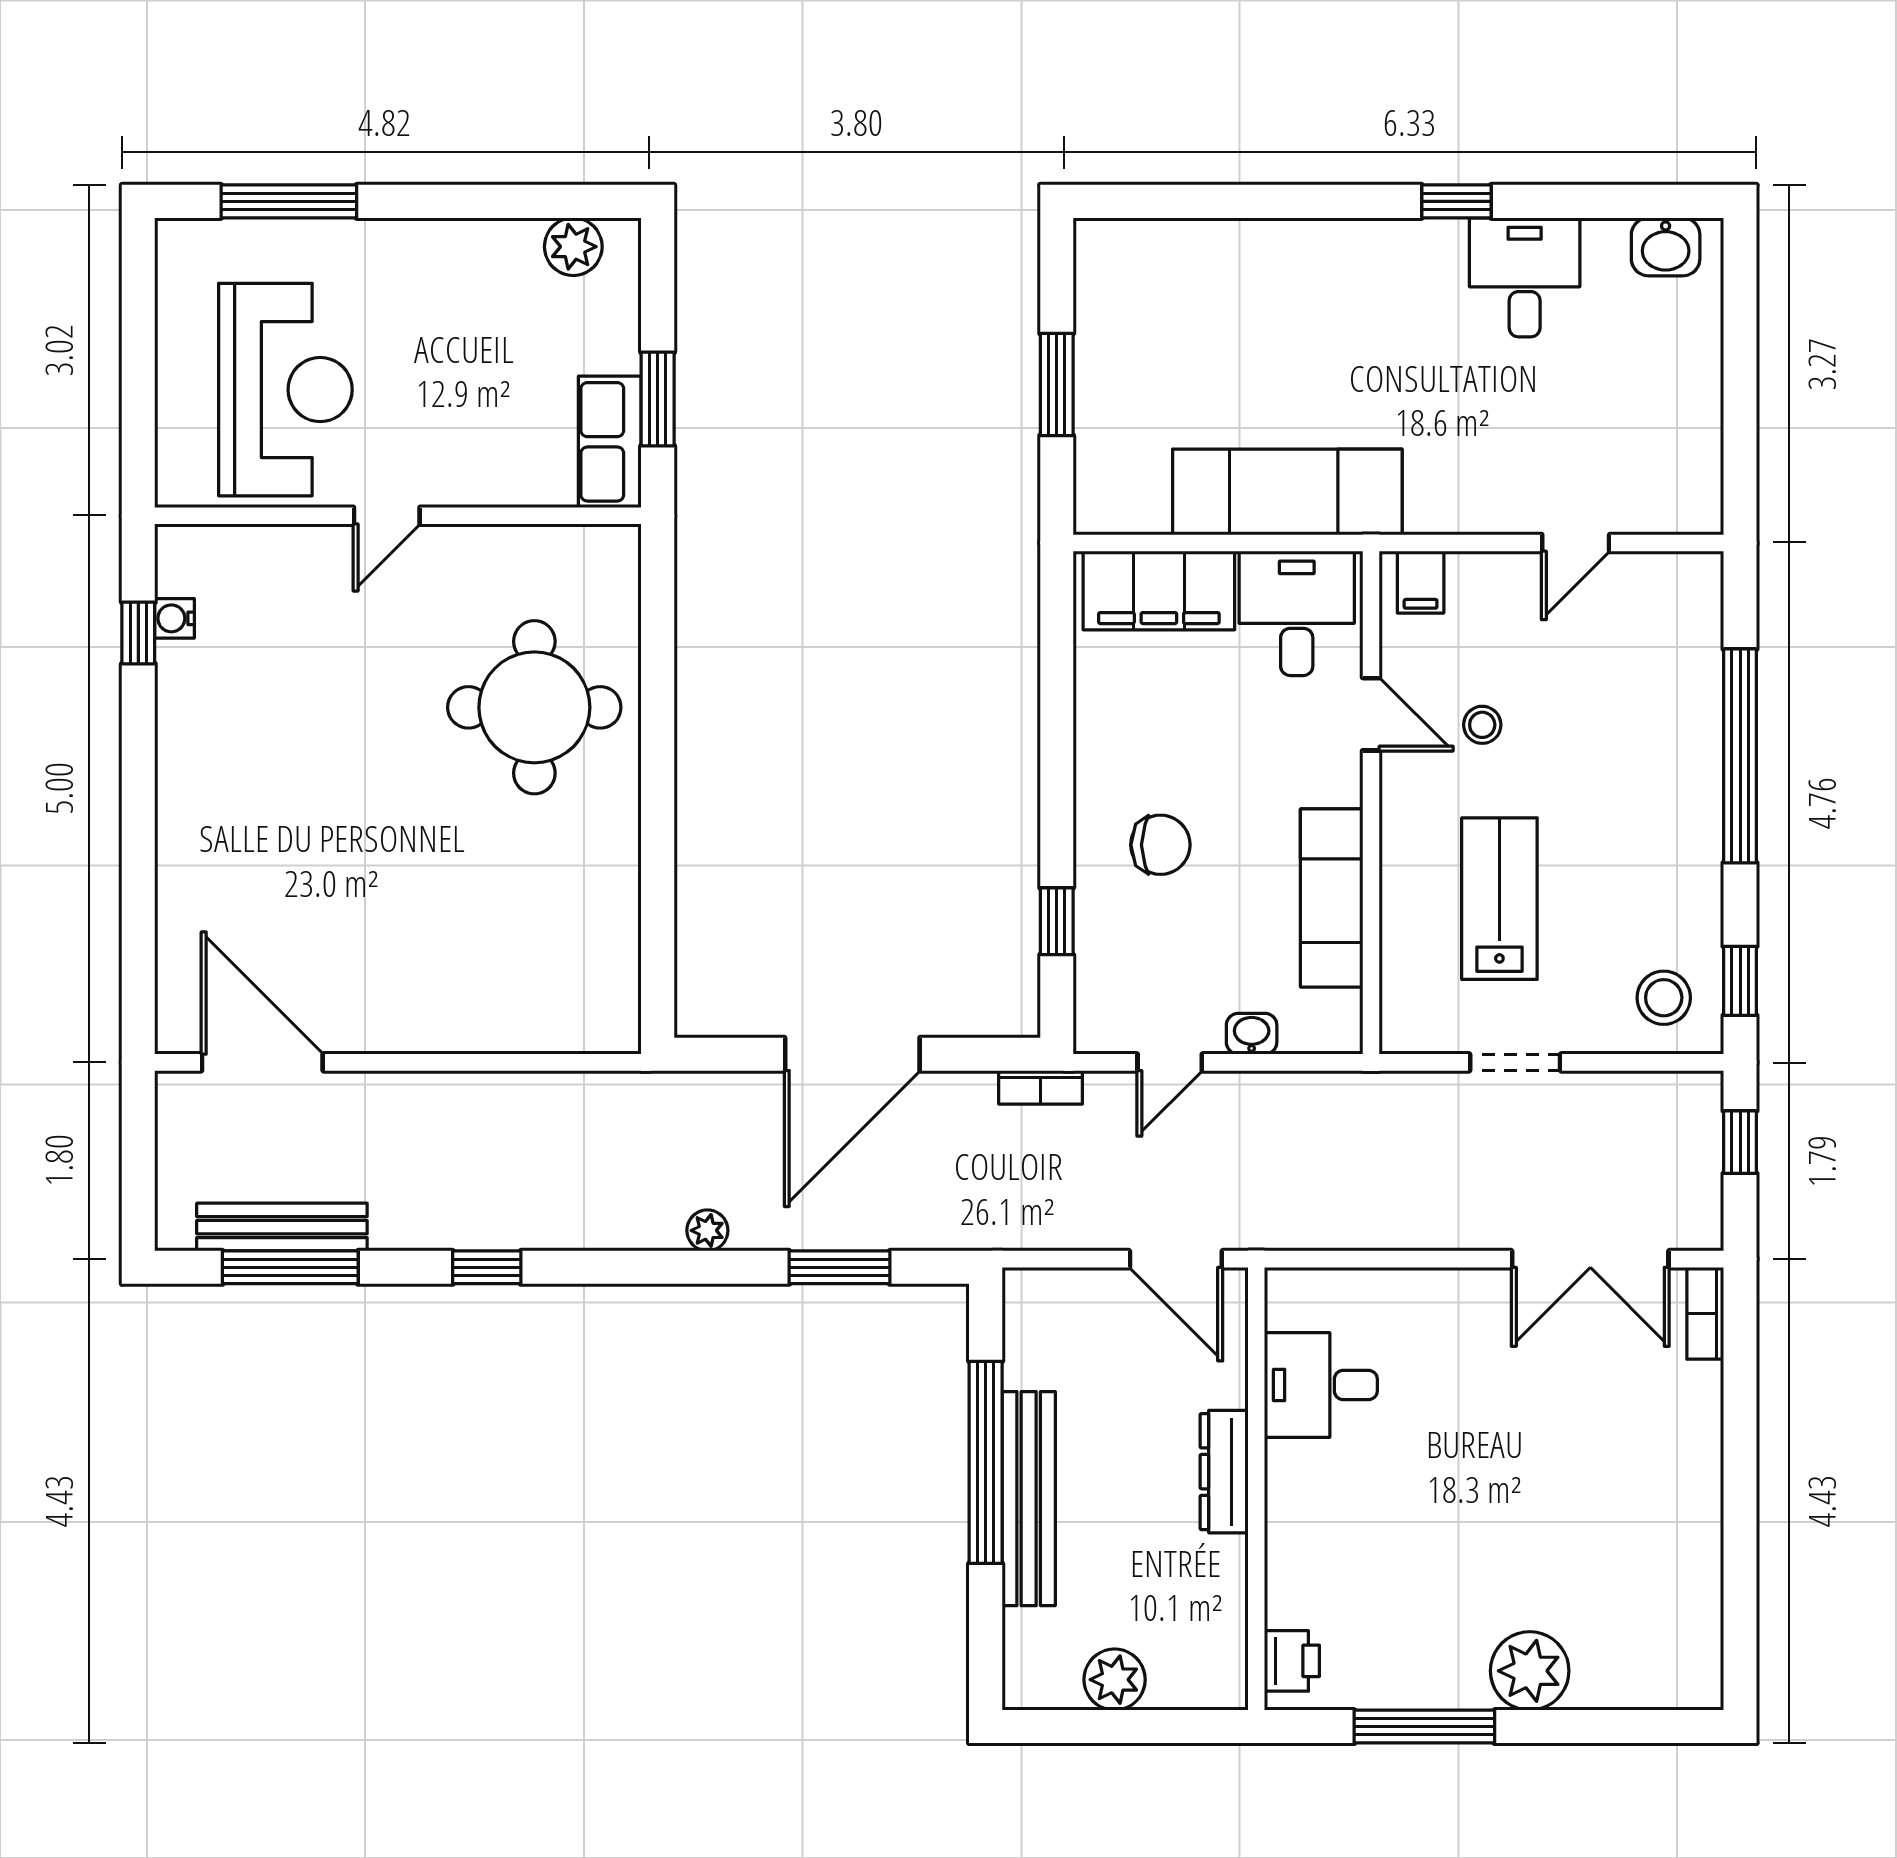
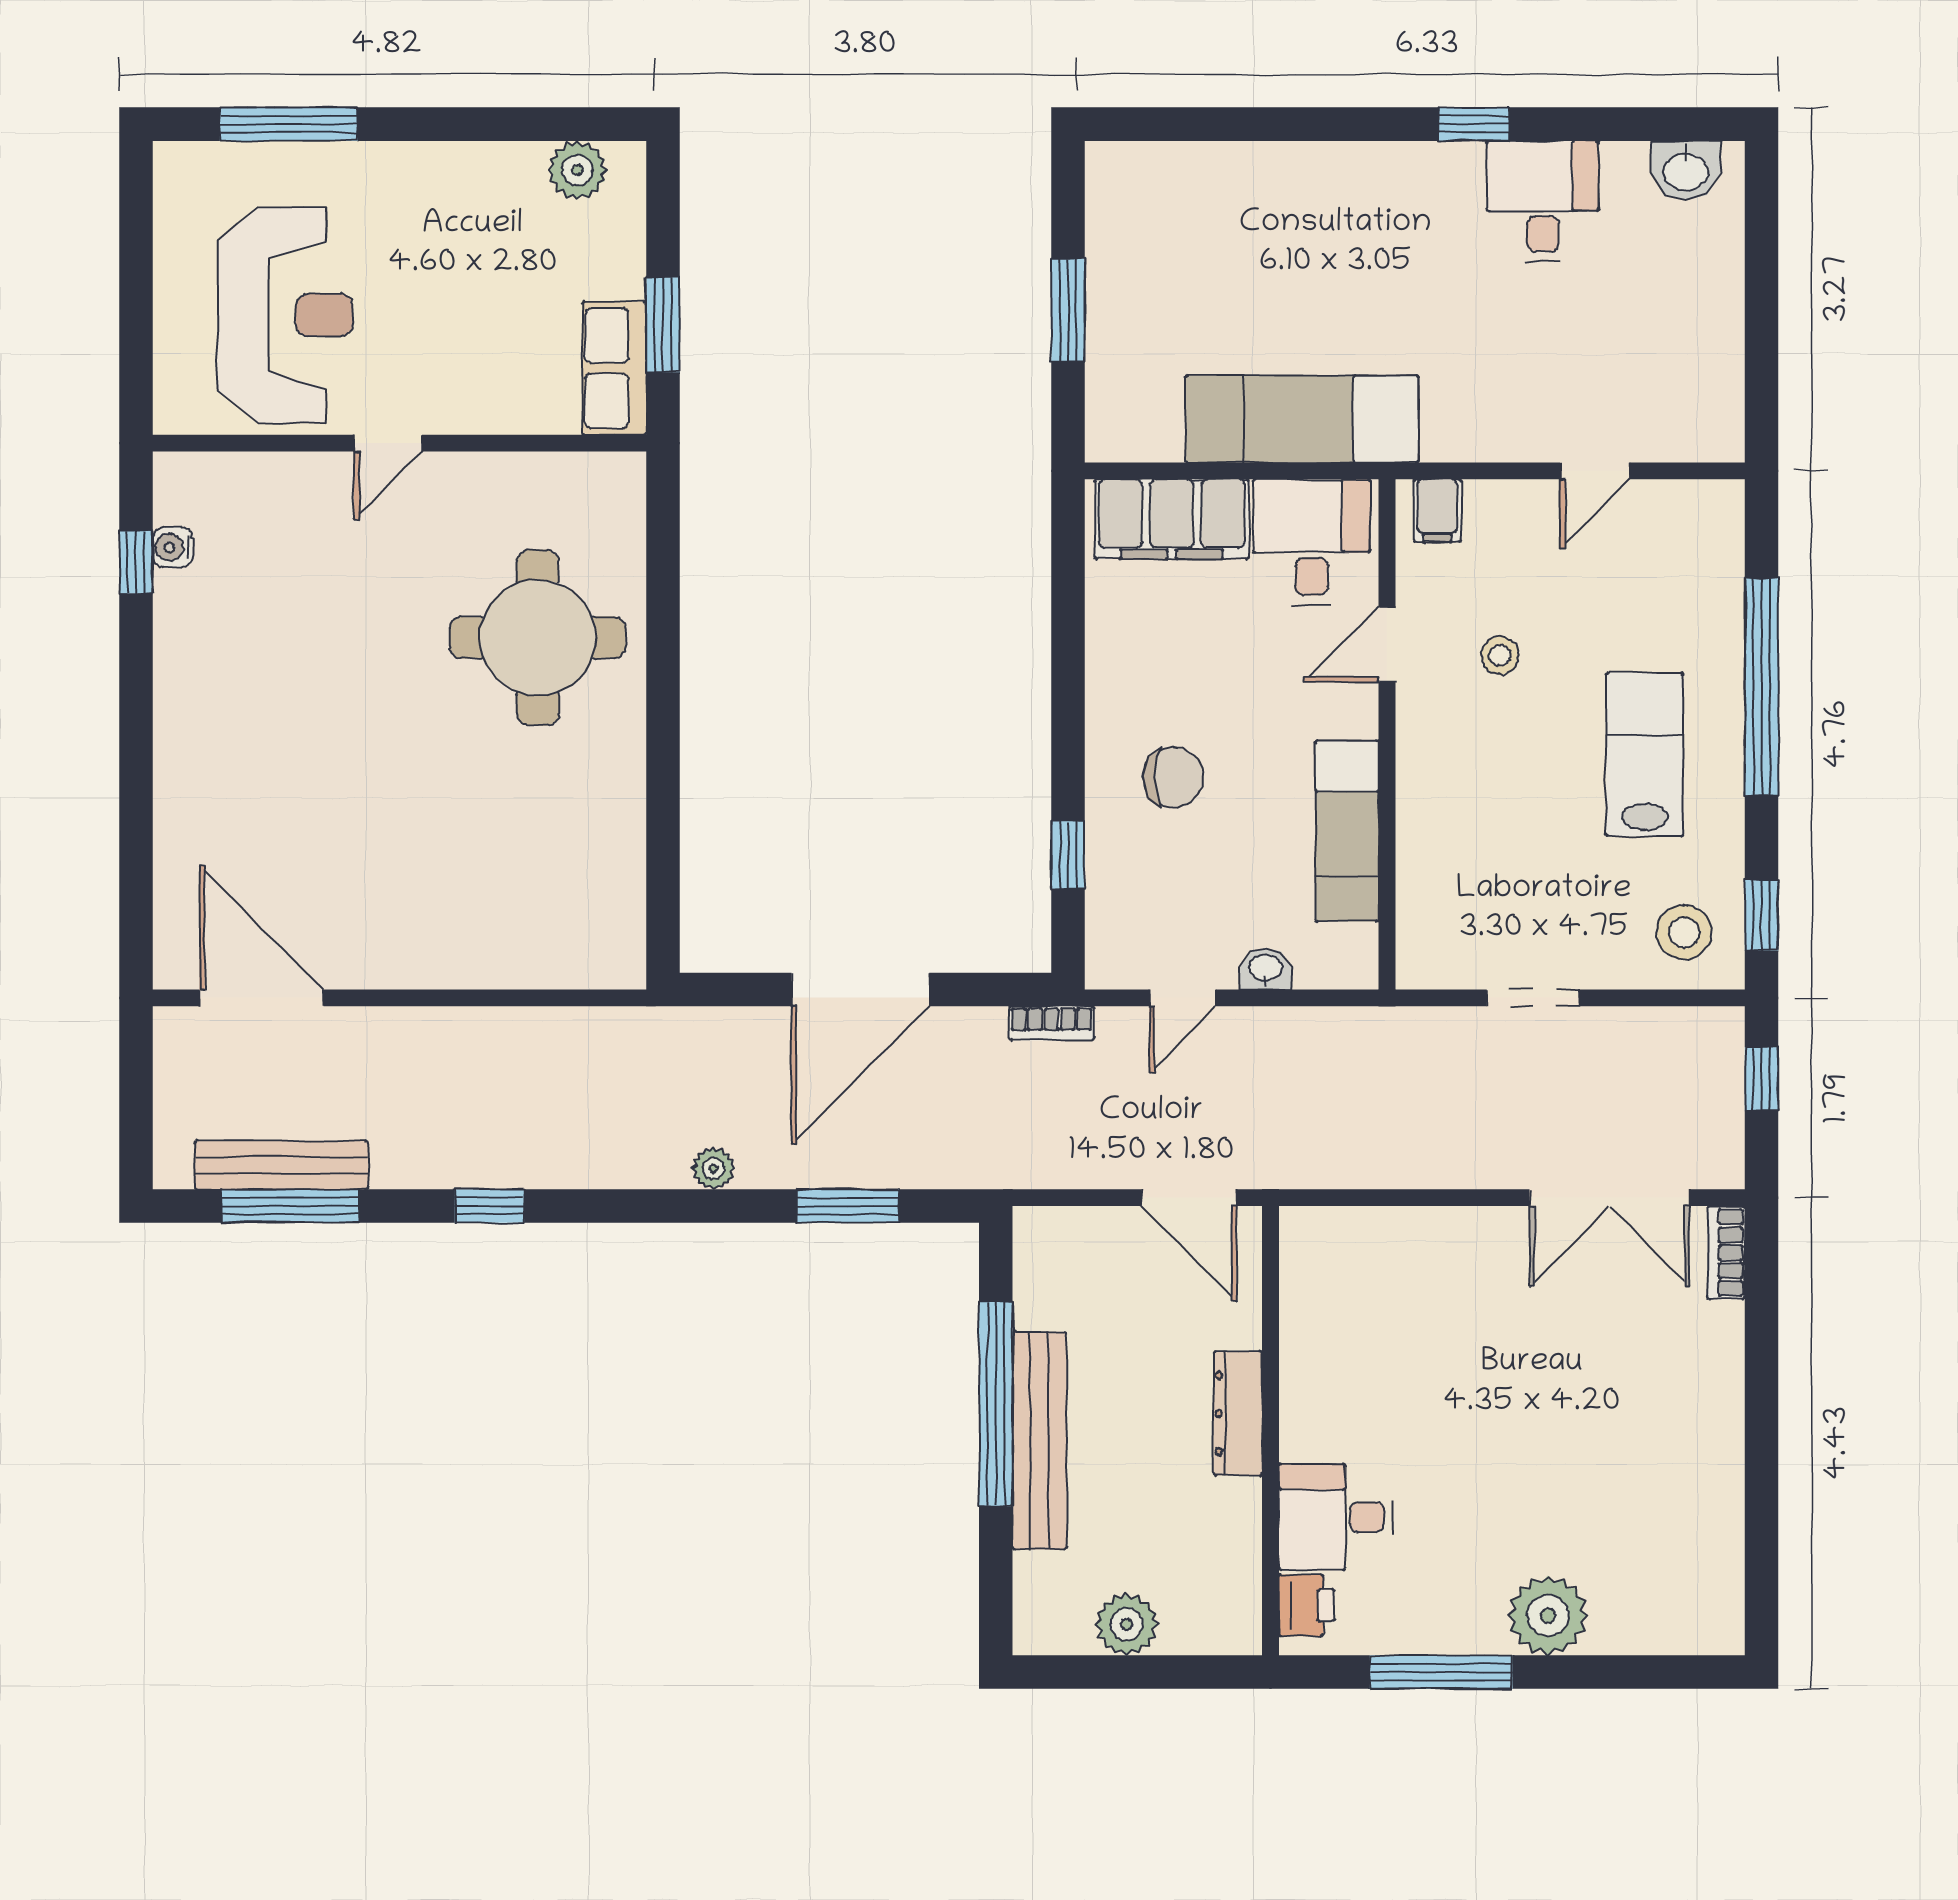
door: (1371, 714) -> (1387, 645), swing flipped
lab bench: (1499, 899) -> (1645, 754), moved
desk: (1321, 1385) -> (1336, 1517), moved

